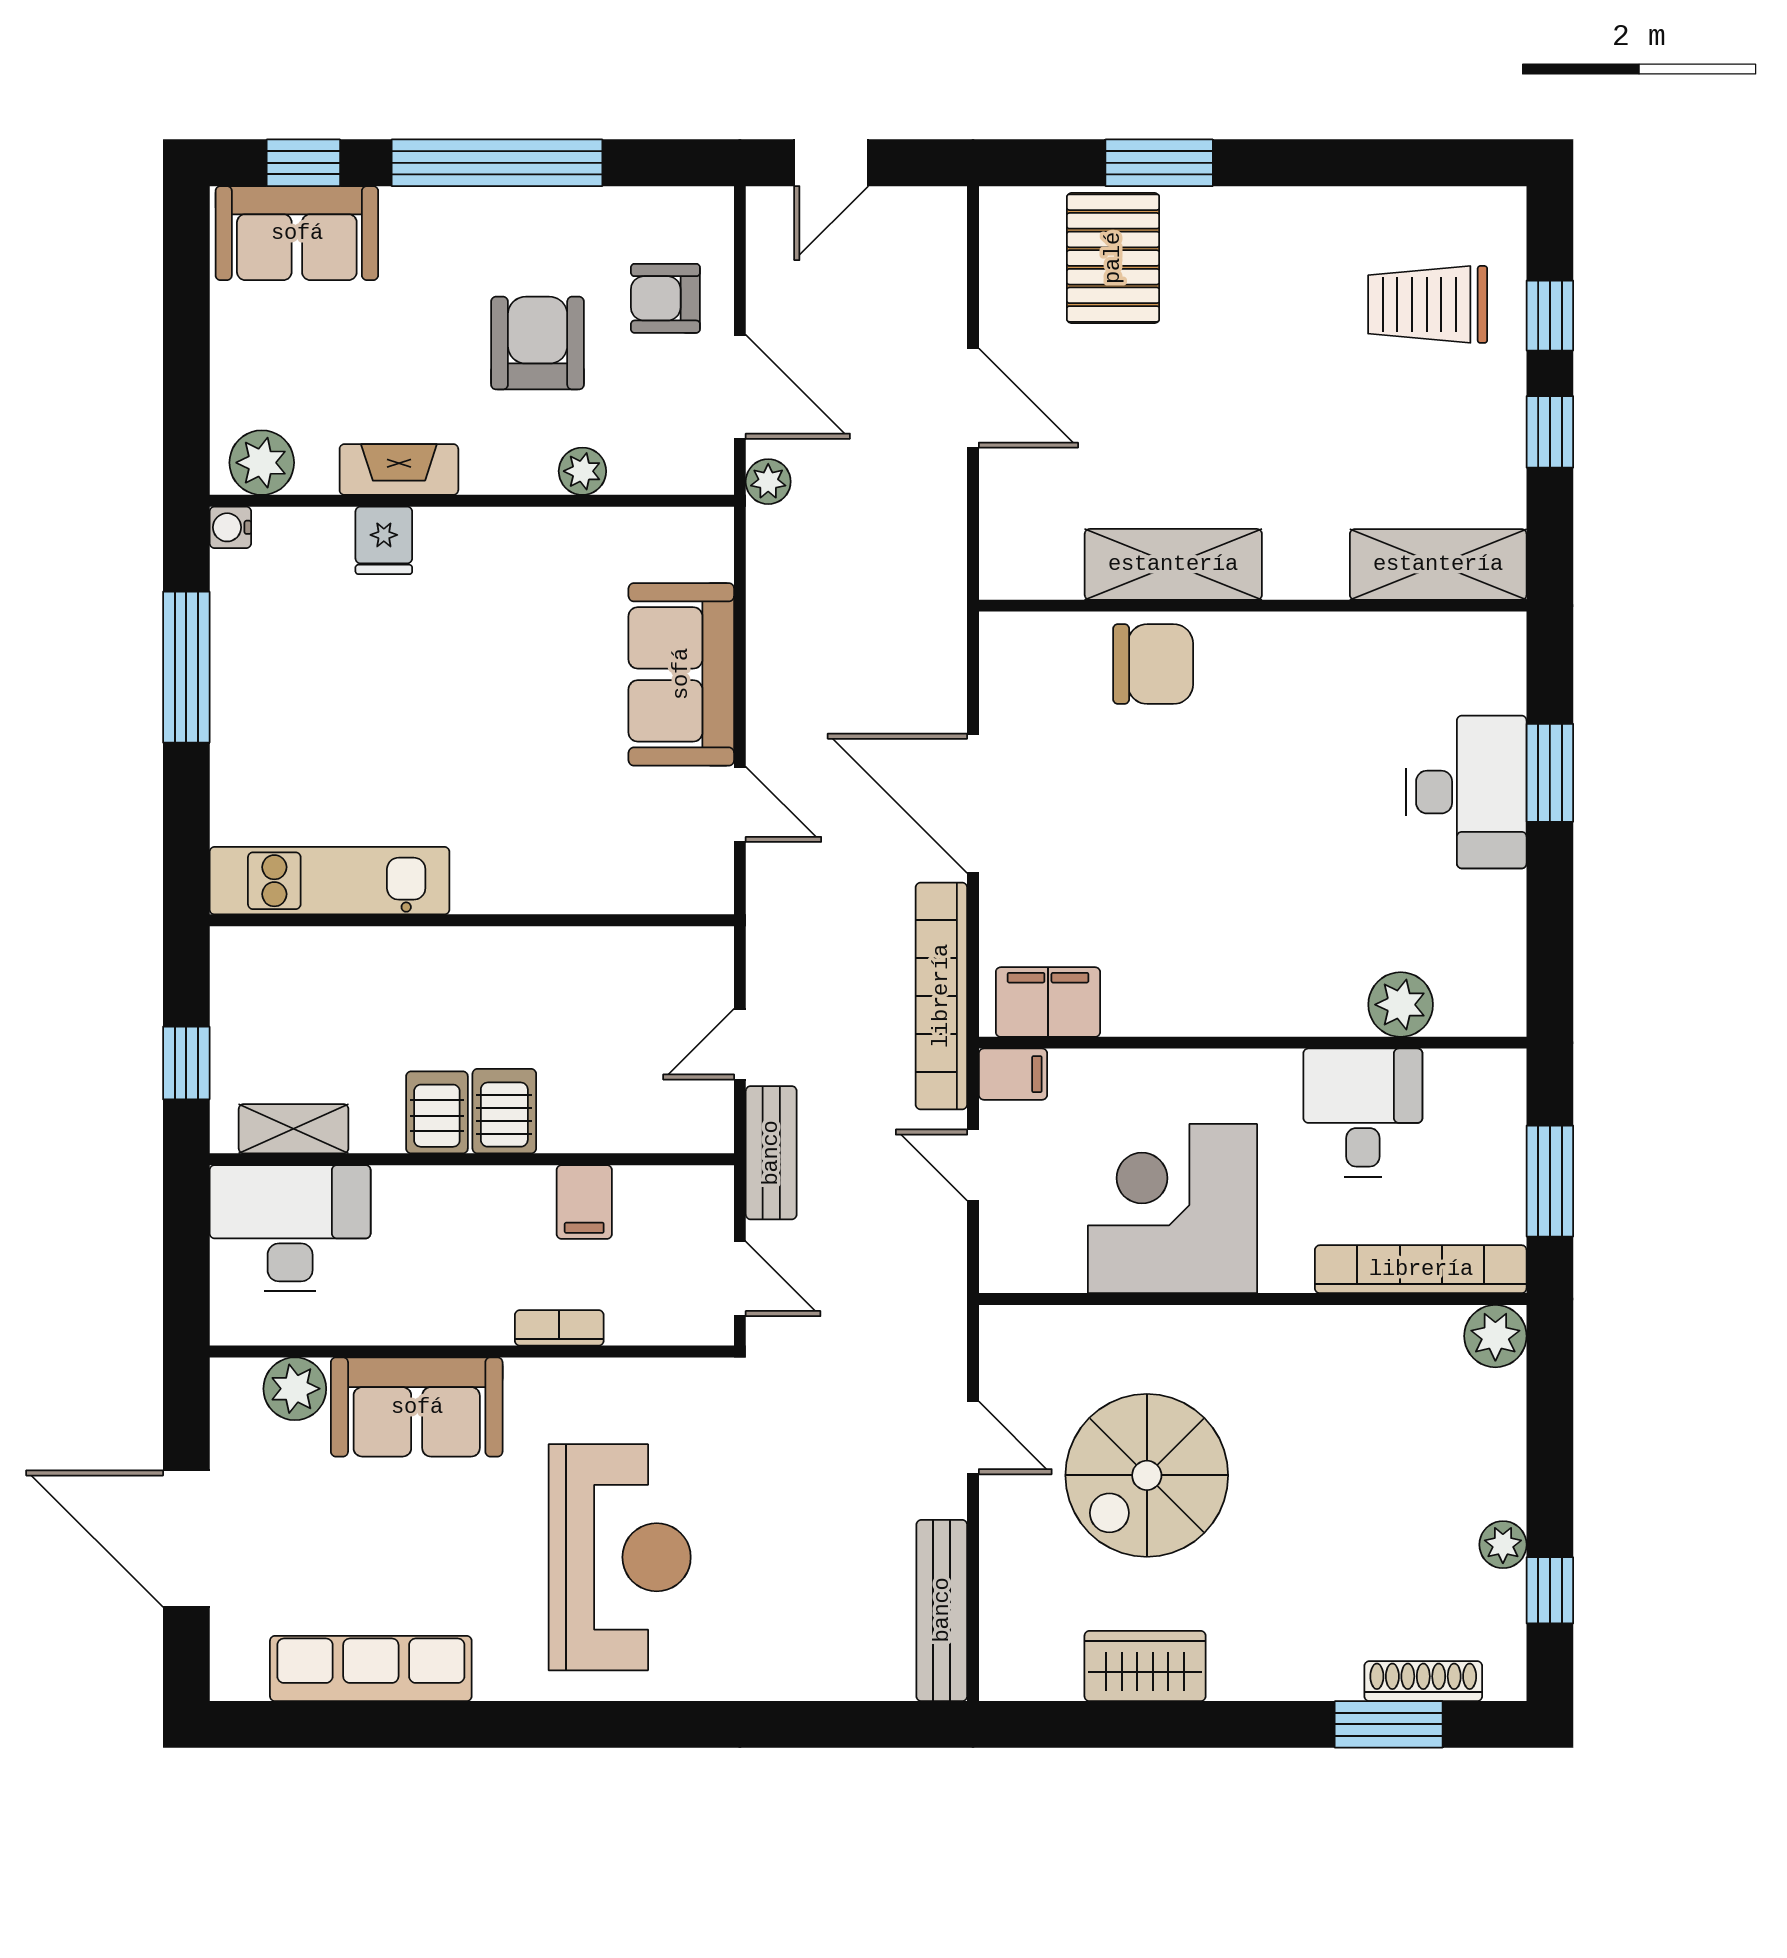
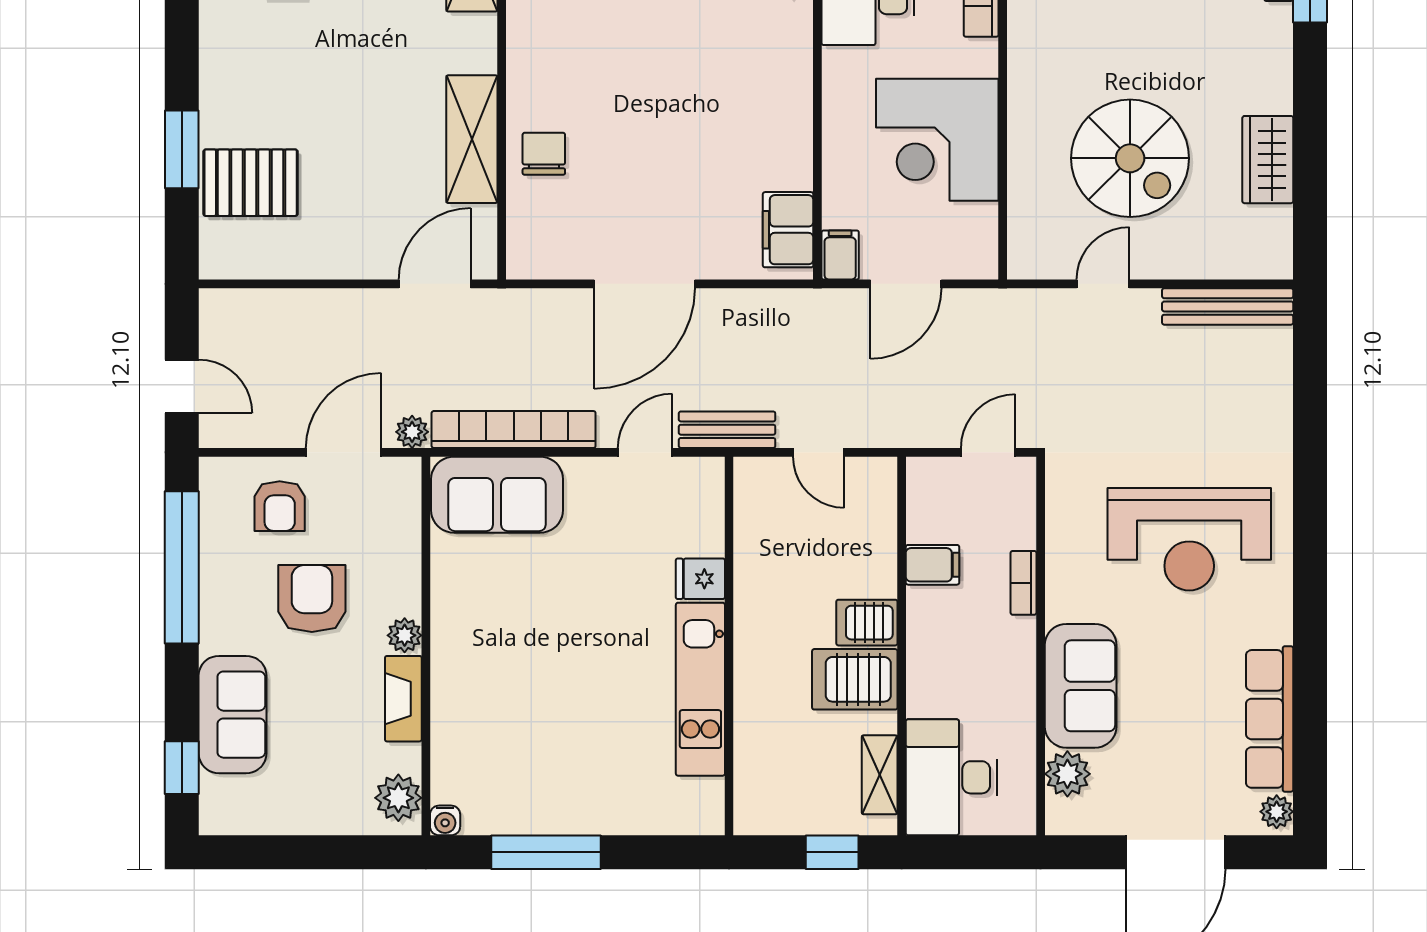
window: (497, 163) -> (182, 567), moved
sofa: (297, 233) -> (233, 715), moved
armchair: (538, 343) -> (312, 599), turned 90
door: (973, 398) -> (435, 284), moved
plant: (582, 471) -> (405, 635), moved
fridge: (384, 540) -> (700, 579), moved, turned 180
chair: (1153, 664) -> (544, 154), width x0.73, depth x0.73
sofa: (681, 674) -> (497, 495), moved
kitchen unit: (329, 881) -> (700, 689), moved
bookcase: (941, 996) -> (514, 429), moved, turned 180
server rack: (437, 1112) -> (855, 679), width x1.36, depth x1.44
bench: (771, 1153) -> (727, 430), moved
door: (973, 1165) -> (906, 284), width x1.38
reception desk: (620, 1557) -> (1189, 539), turned 180
plant: (242, 1678) -> (1277, 812), added

